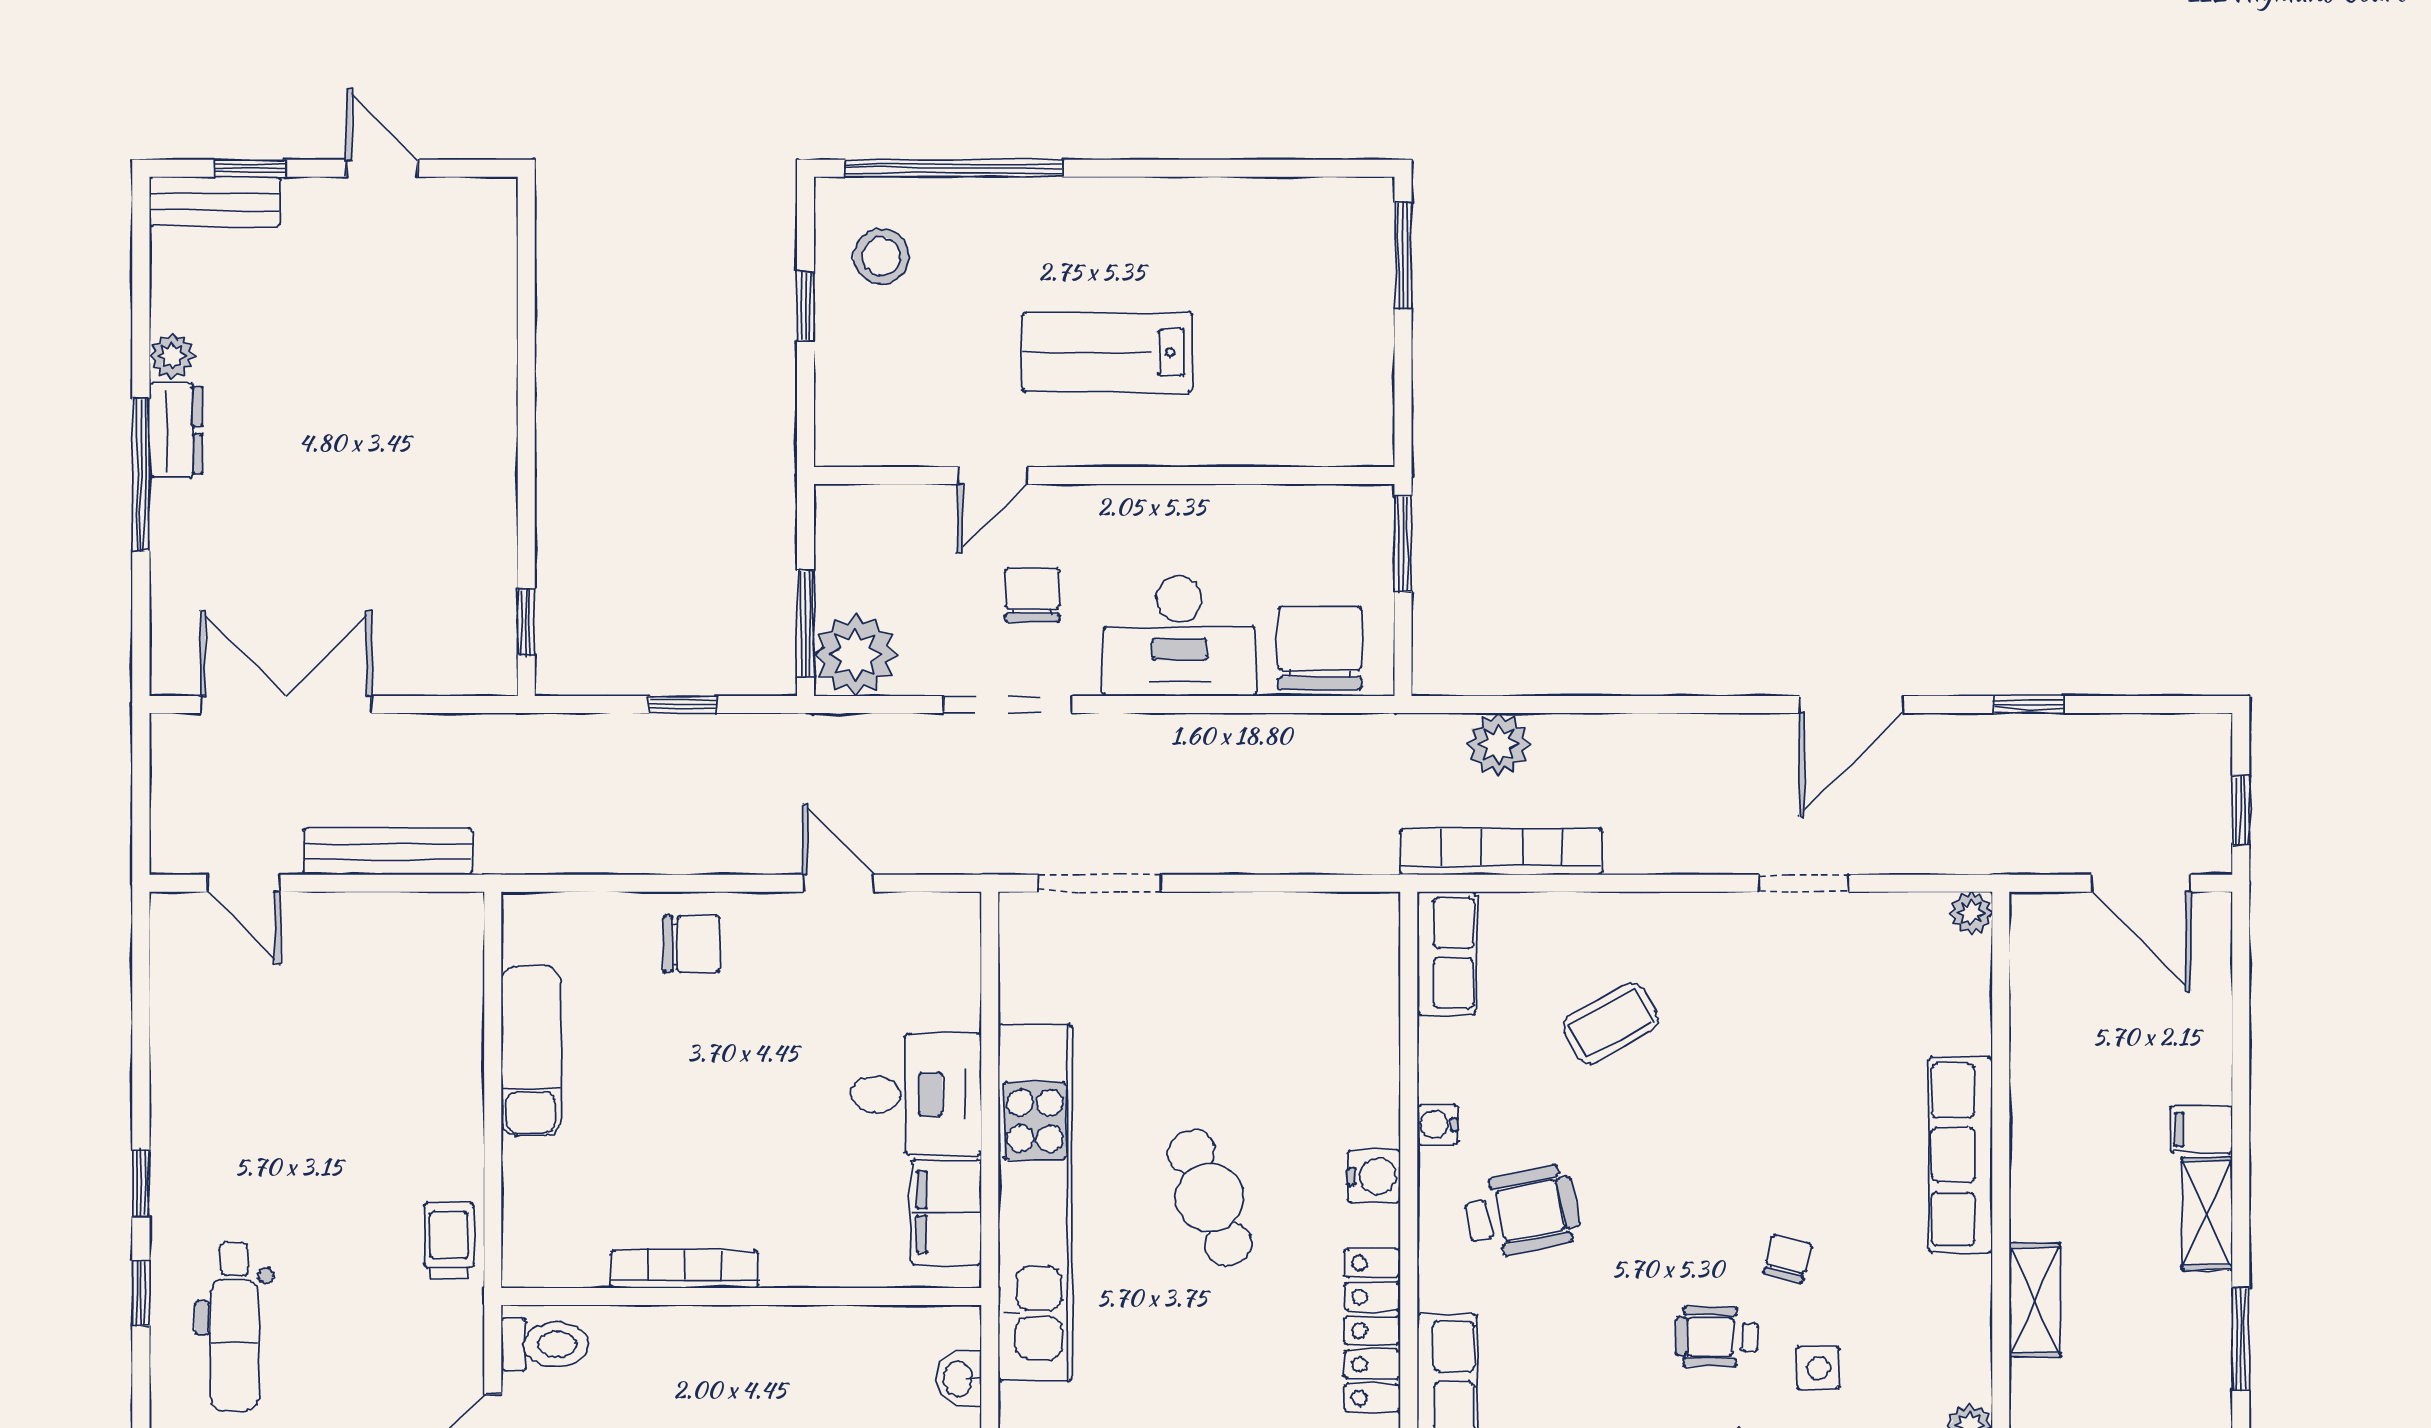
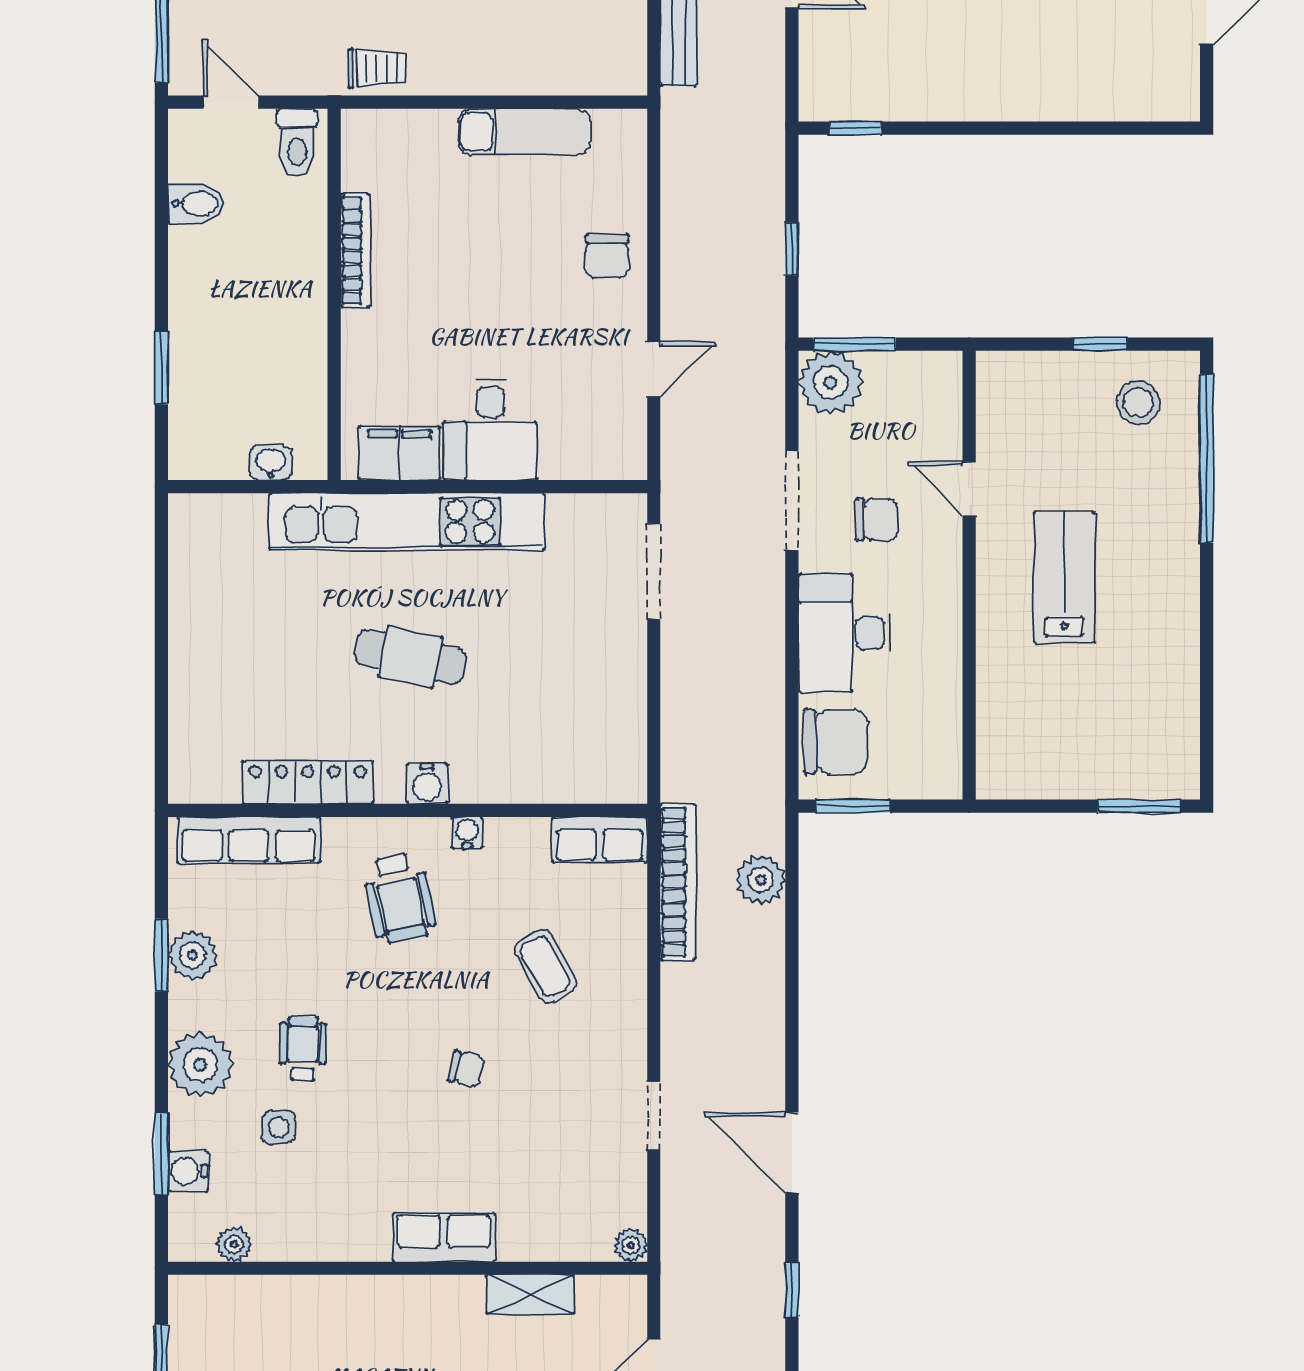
window: (1403, 544) -> (853, 806), moved
row of seats: (1961, 1155) -> (444, 1237), width x0.68
cafe table: (1210, 1198) -> (410, 657), turned 34
chair: (1787, 1259) -> (466, 1069), moved
shelving: (2035, 1300) -> (530, 1294), moved

